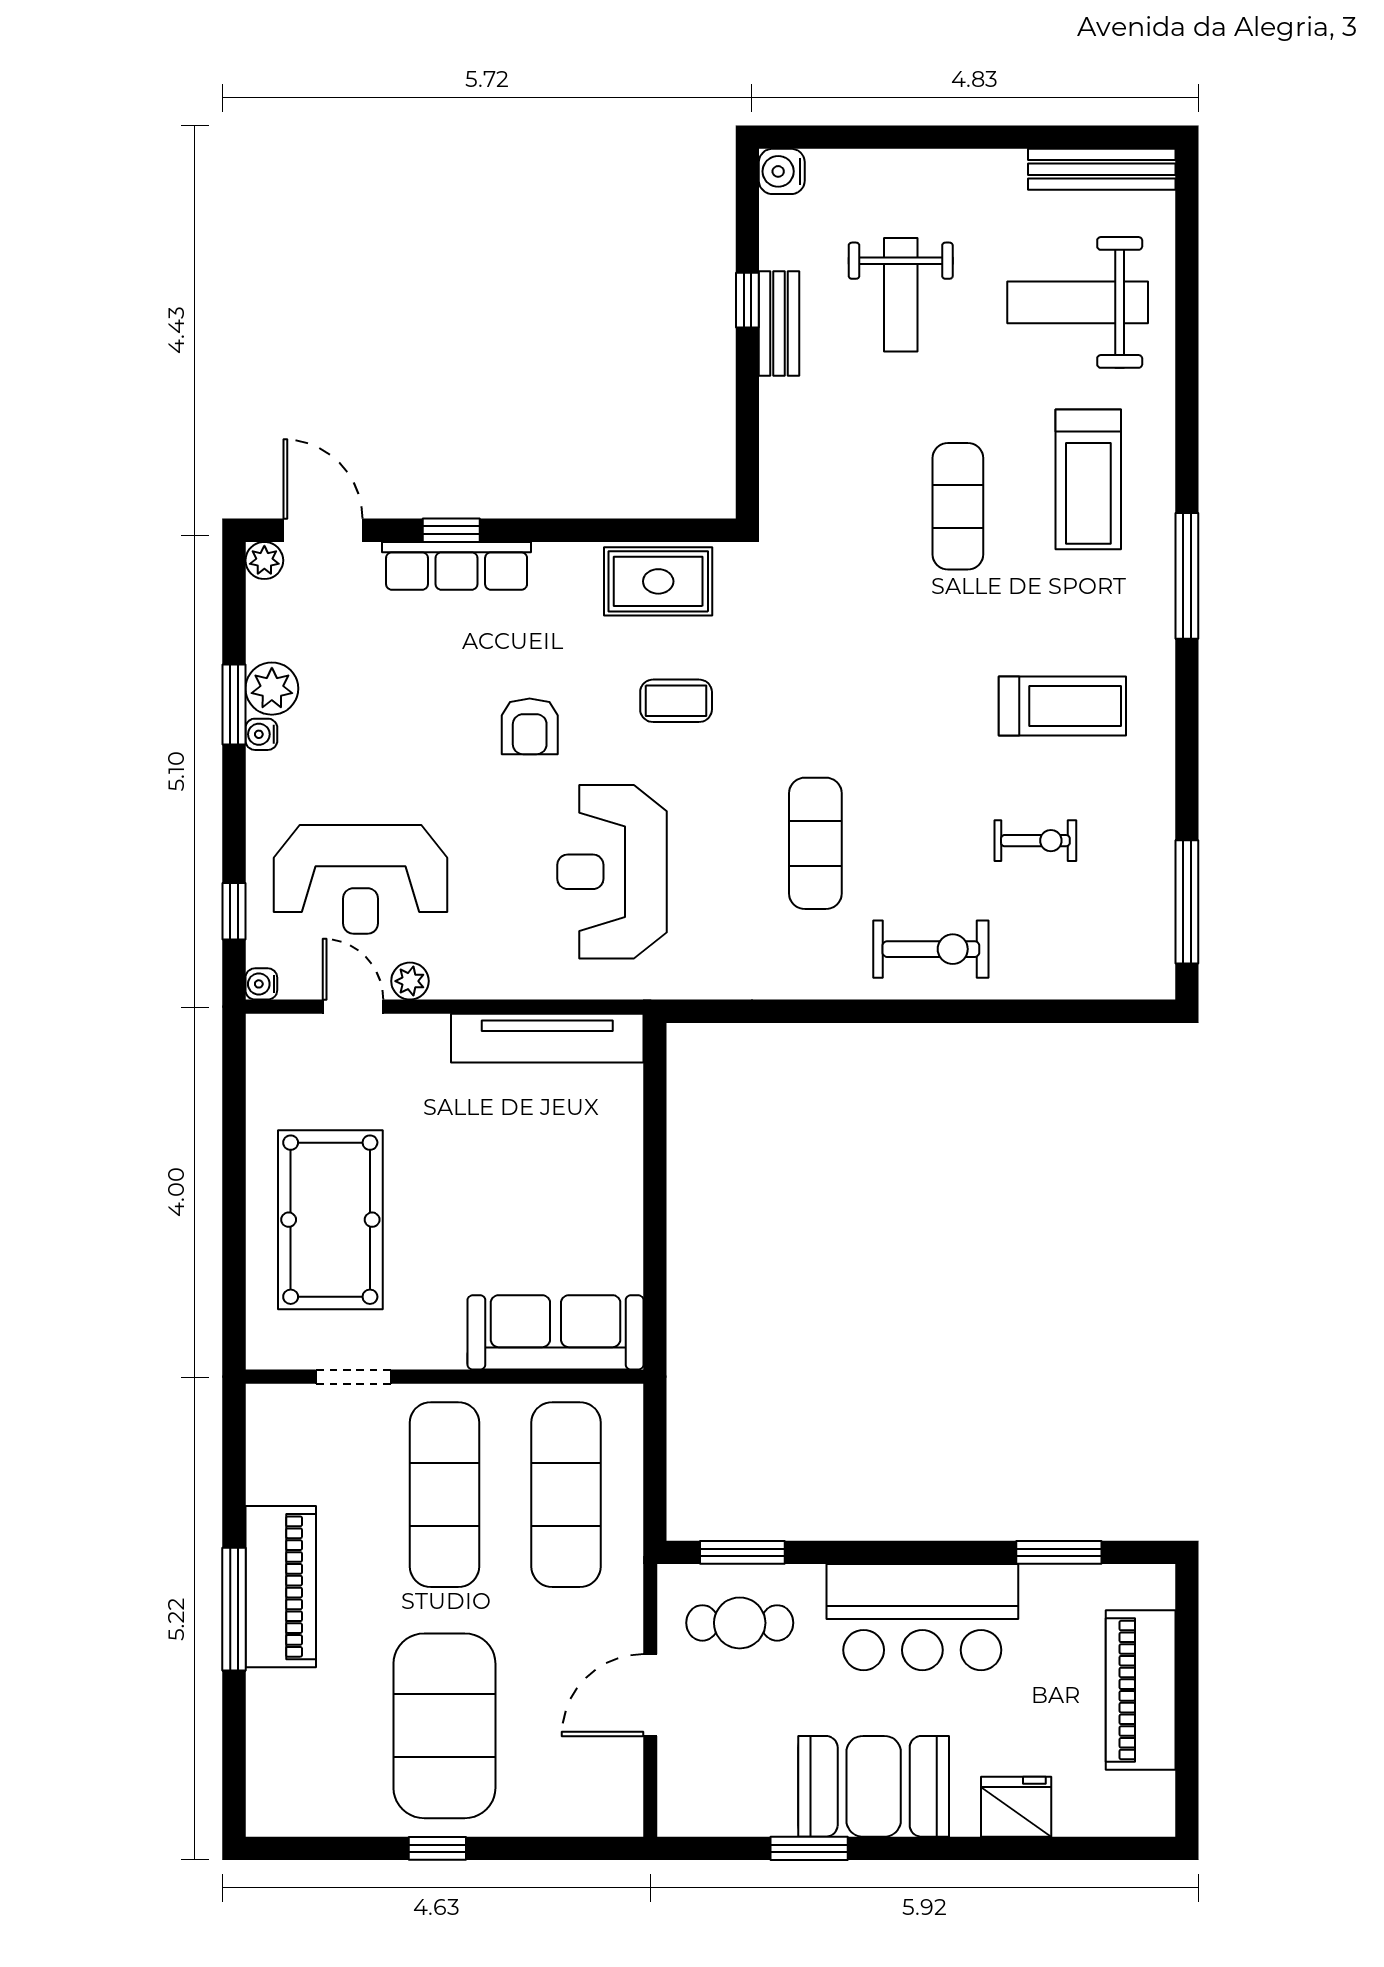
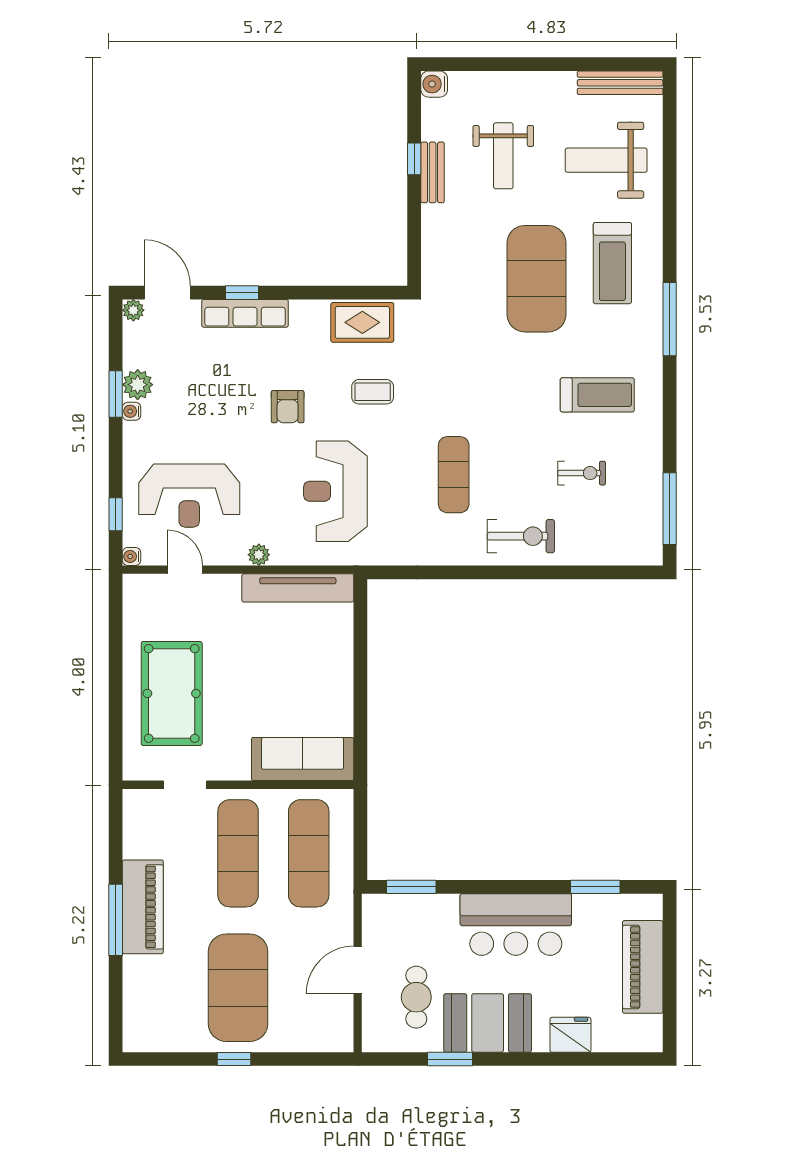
exercise mat: (958, 506) -> (537, 279), width x2.00, depth x1.45
plant: (410, 981) -> (259, 555), moved
cafe table: (740, 1623) -> (416, 997), moved, turned 90

